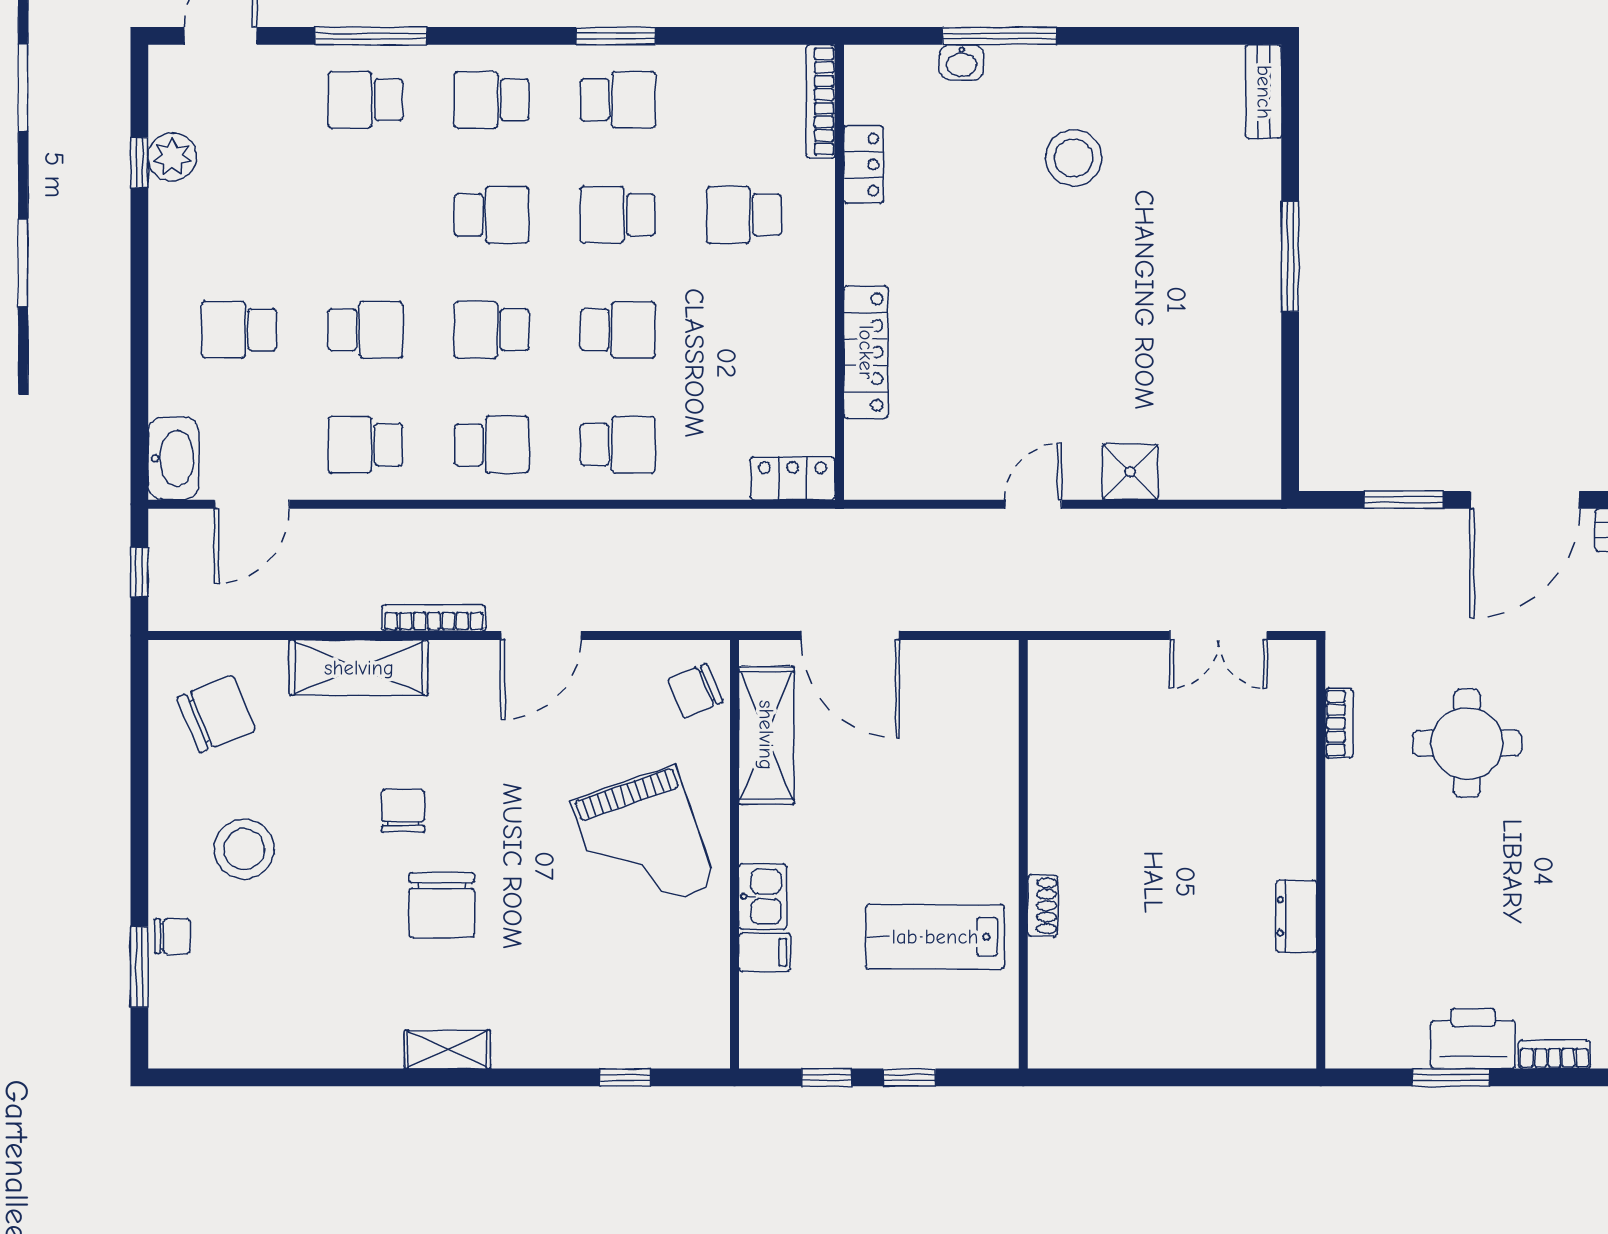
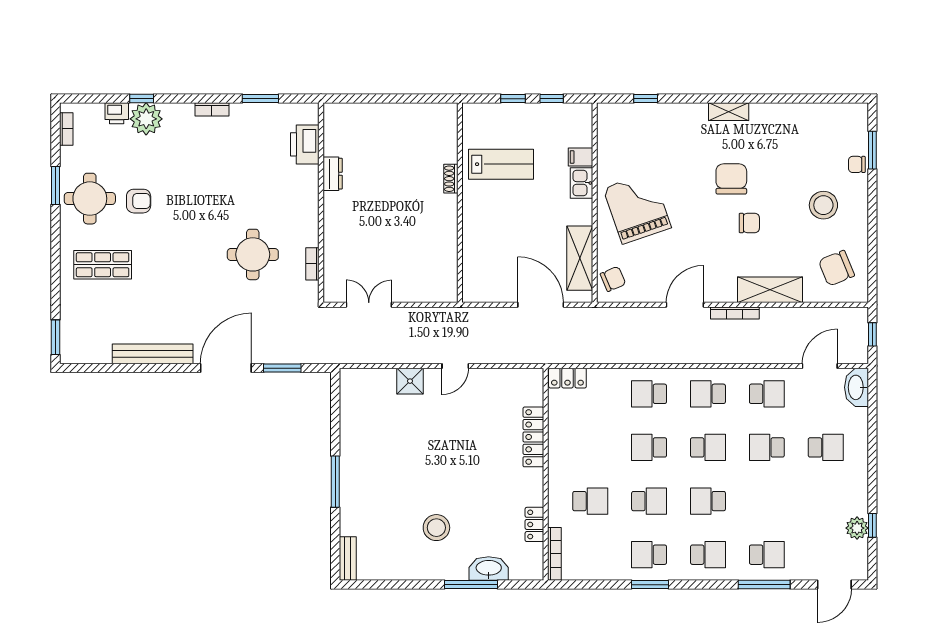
washbasin: (962, 62) -> (489, 568), width x1.91, depth x1.45
chair: (403, 811) -> (749, 223), turned -90
printer: (1473, 1038) -> (305, 144), moved, turned 90

